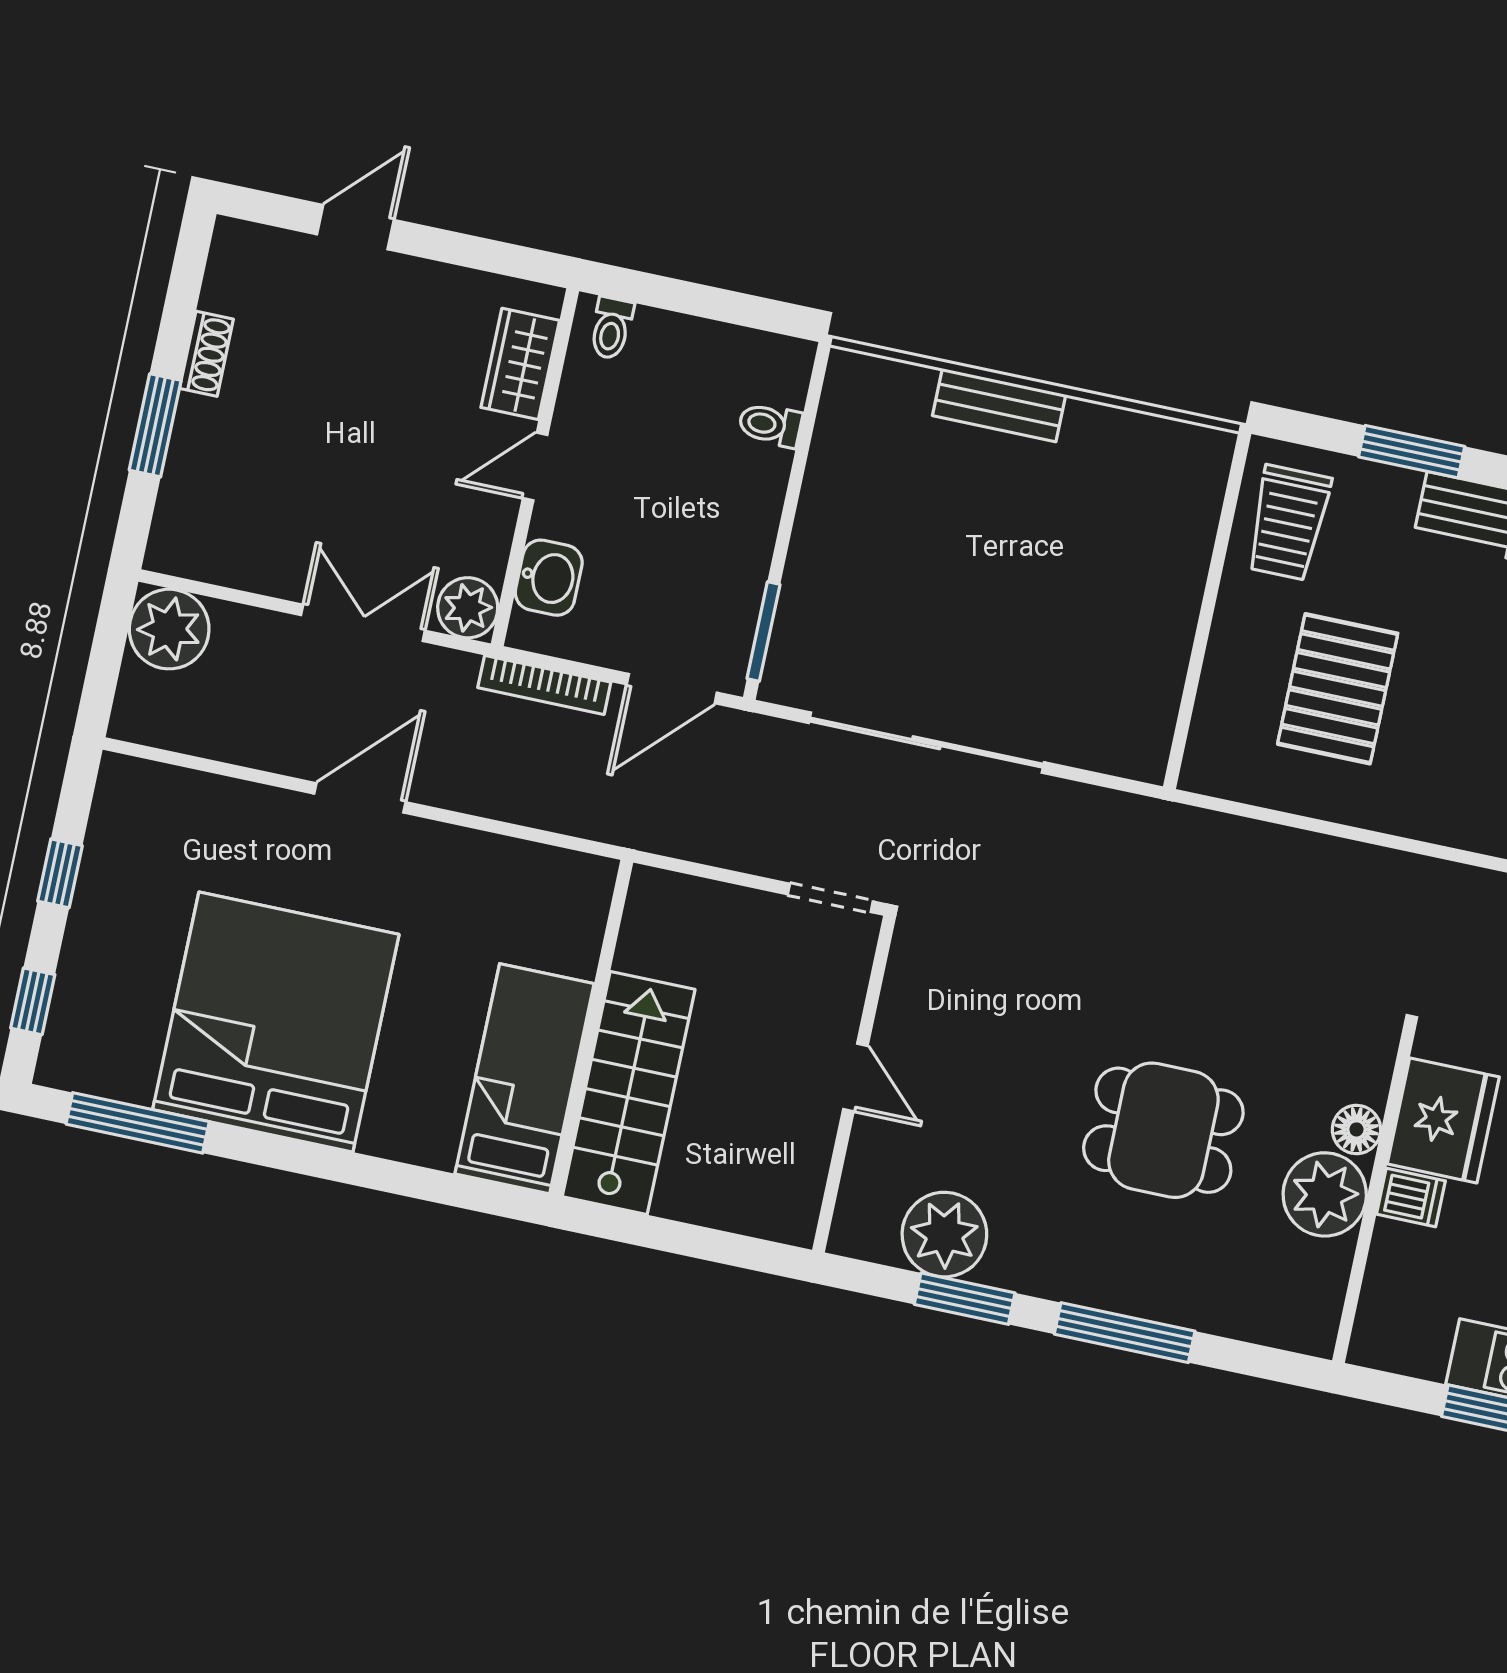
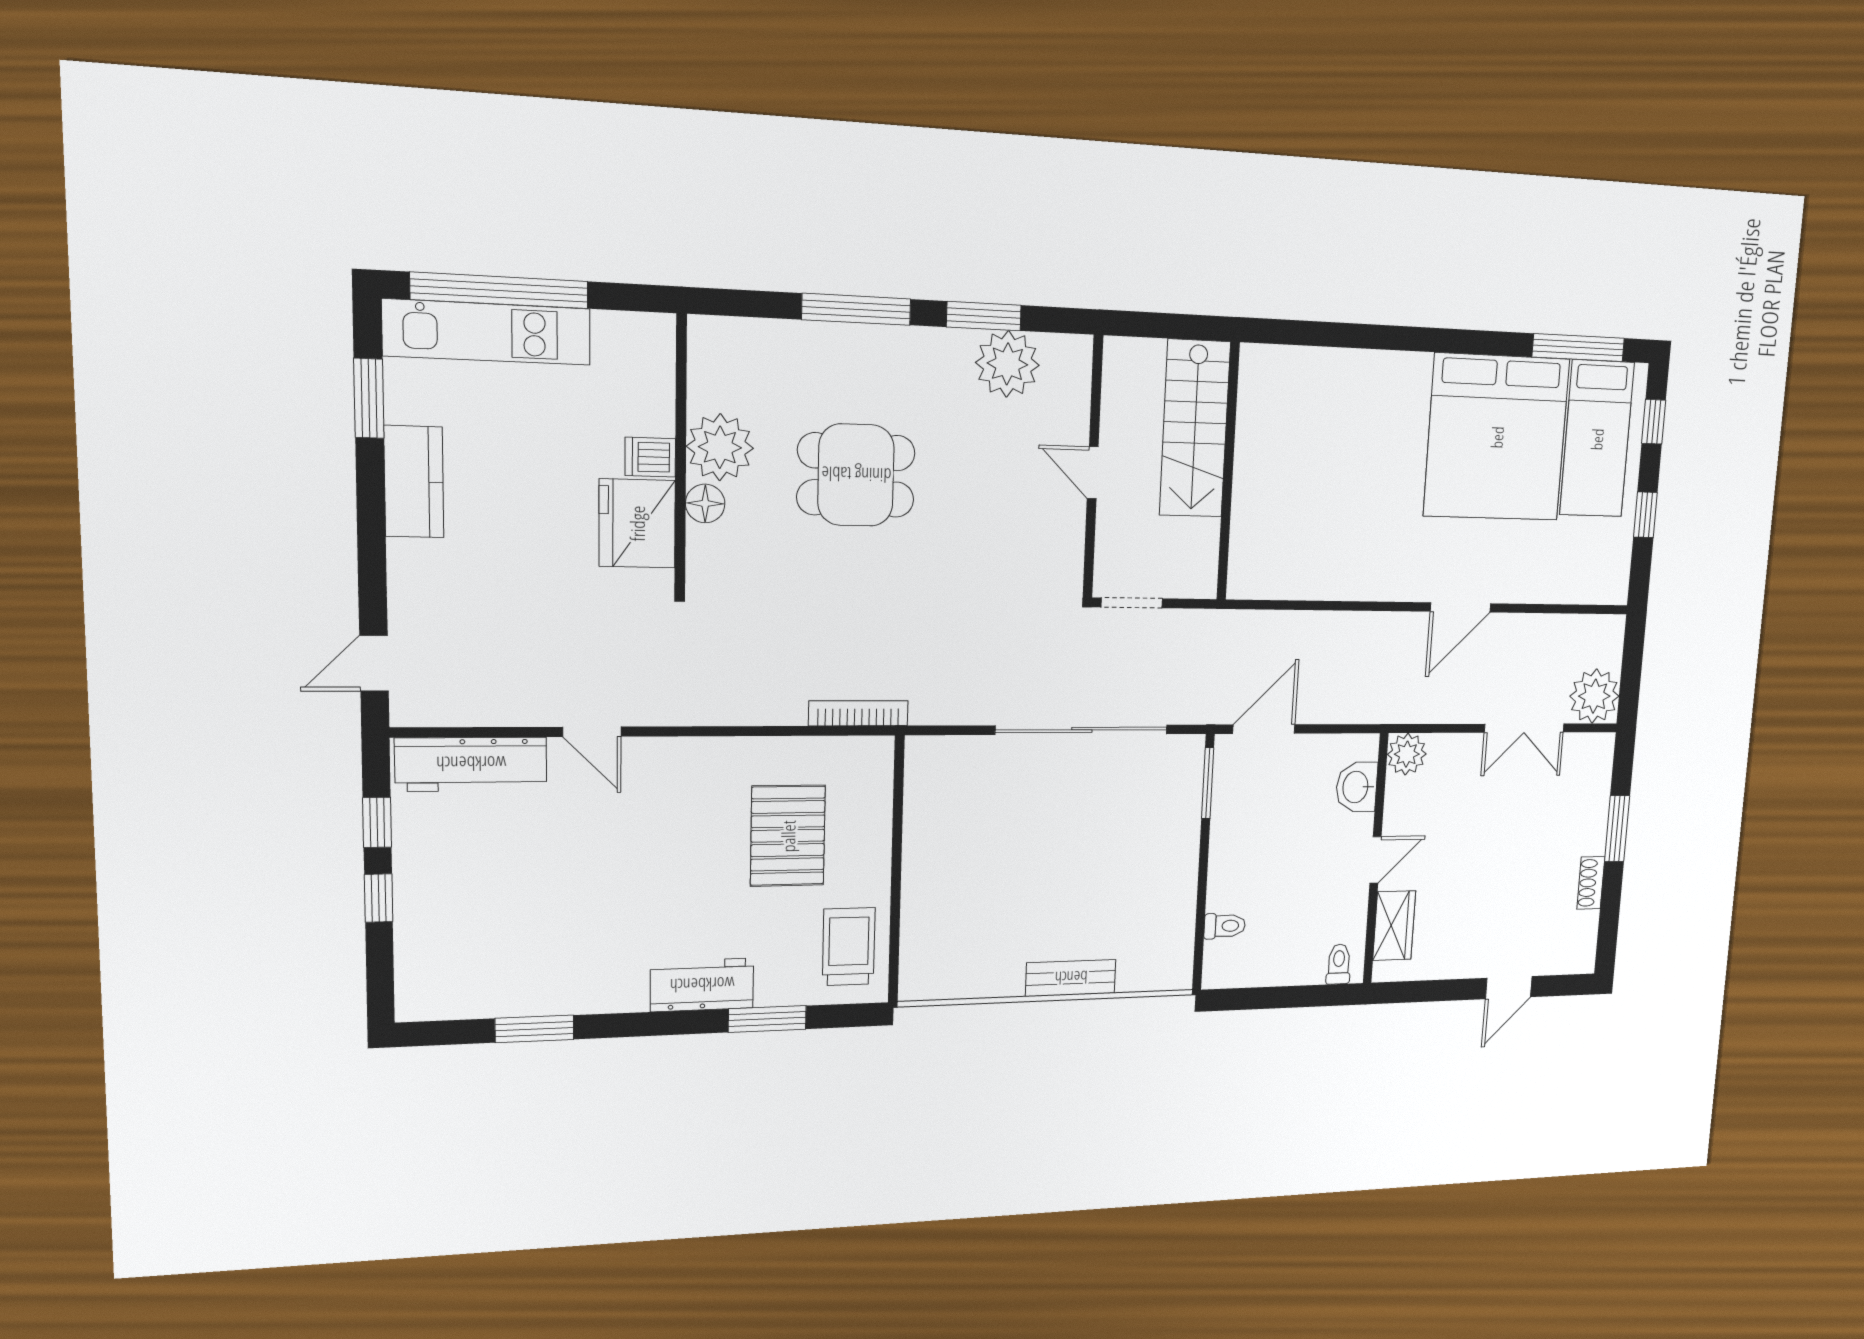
double door: (363, 623) -> (1524, 728), moved
bookcase: (544, 685) -> (858, 713), moved
wall: (591, 1028) -> (1228, 472), moved
bed: (525, 1079) -> (1597, 439), moved
stairs: (629, 1093) -> (1195, 429), moved

